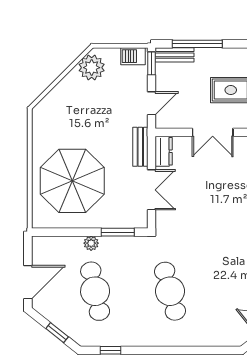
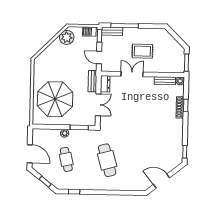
door: (152, 103) -> (99, 58), swing flipped
double door: (213, 132) -> (132, 74), swing flipped
door: (28, 282) -> (30, 154), hinge flipped
cafe table: (95, 291) -> (66, 159), width x0.73, depth x0.74

